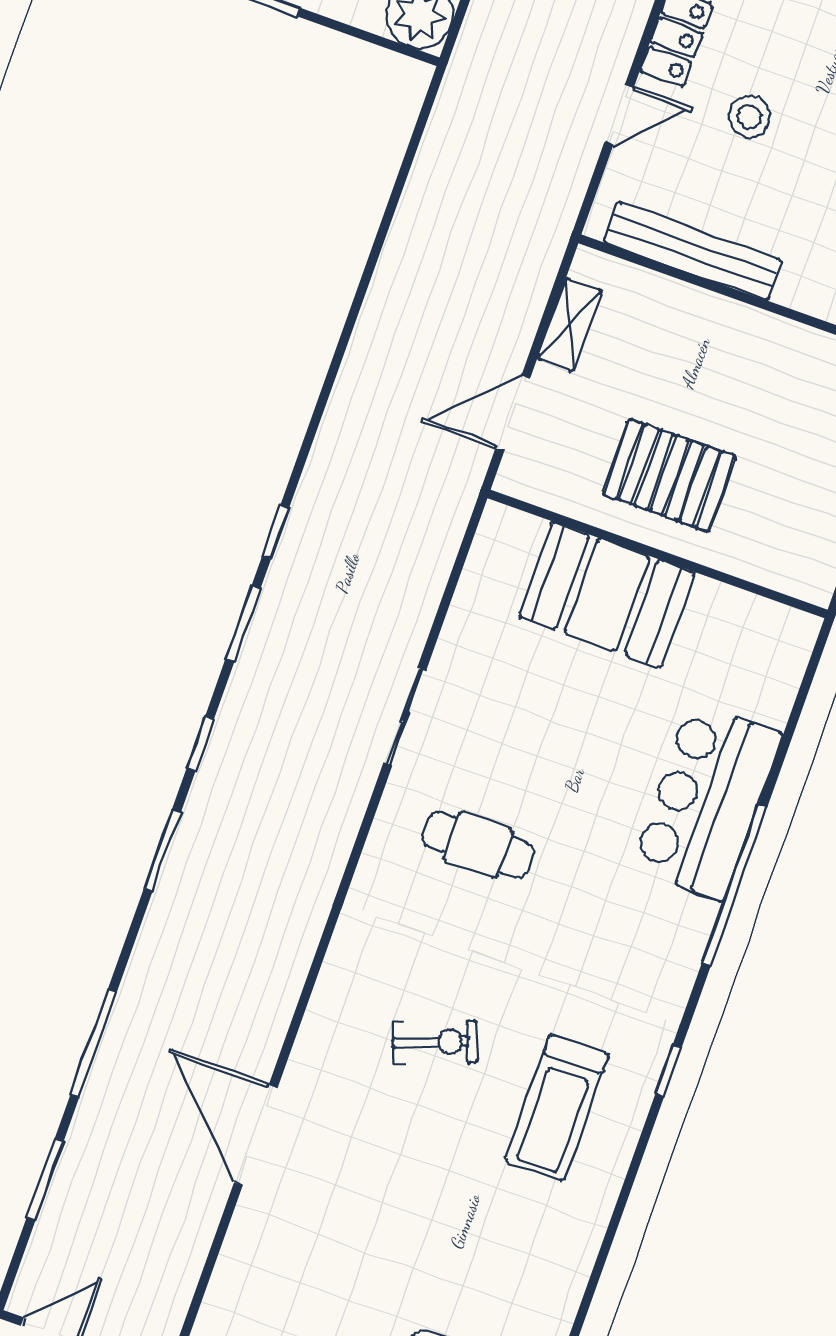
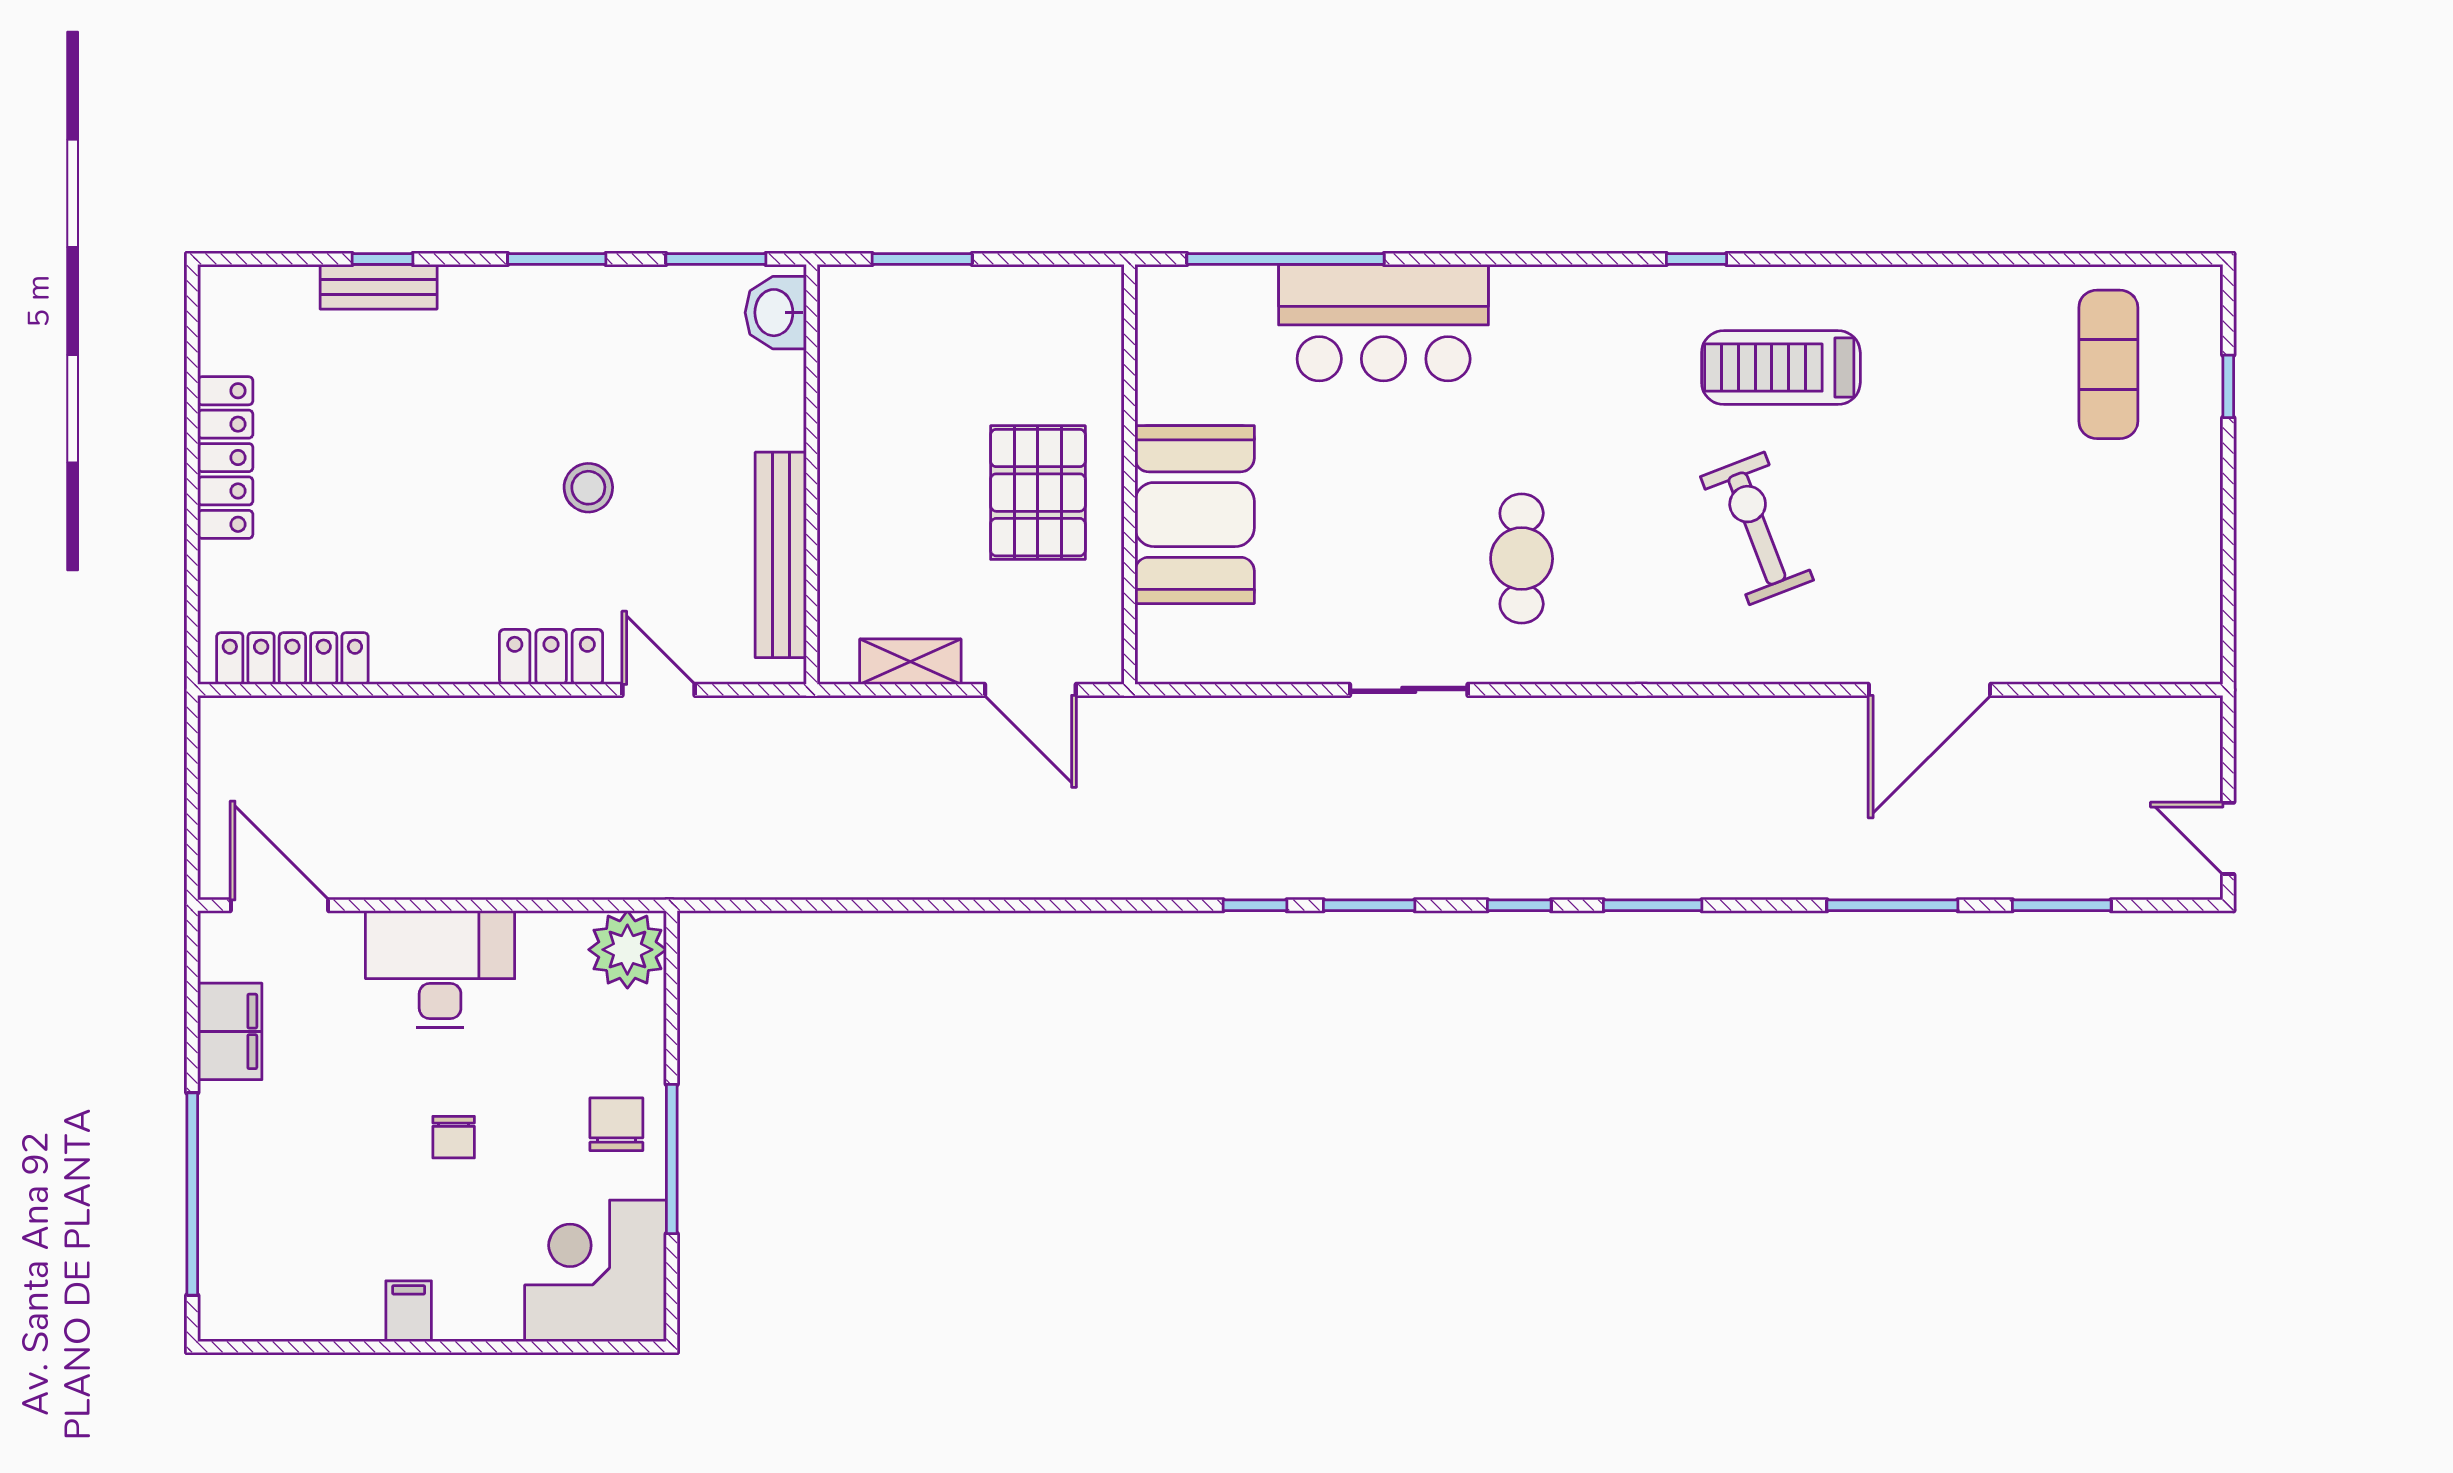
stool: (749, 117) -> (588, 488), moved
window: (735, 885) -> (1286, 259), moved
exercise bike: (435, 1042) -> (1757, 528), width x1.38, depth x1.39
treadmill: (557, 1107) -> (1781, 368), turned 180

